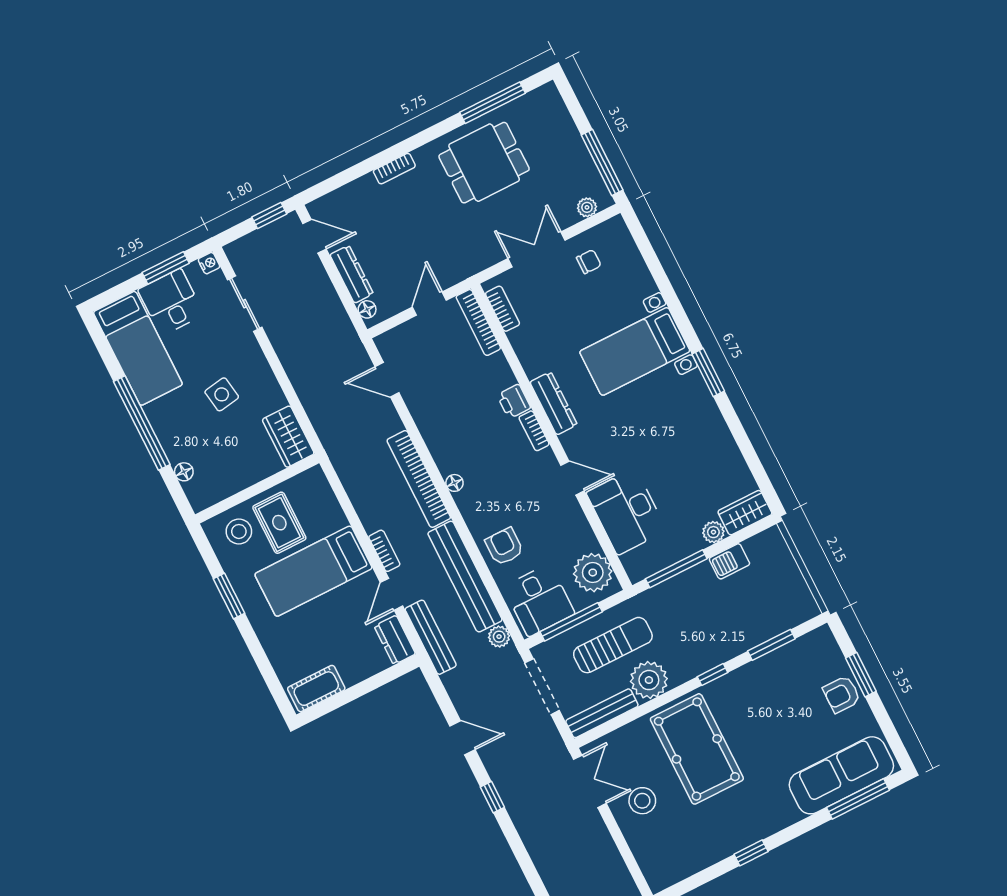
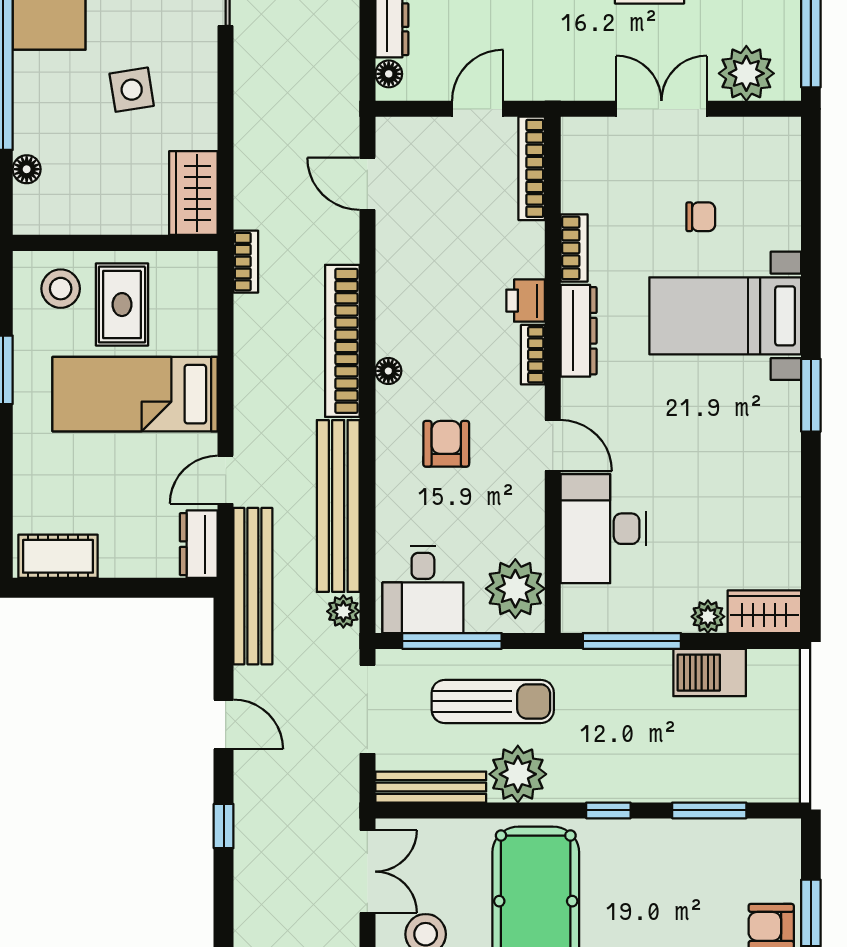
plant: (587, 207) -> (746, 73), width x1.88, depth x1.88
chair: (589, 262) -> (701, 217), moved
bookcase: (503, 309) -> (574, 248), moved
armchair: (504, 546) -> (446, 444), moved
bookcase: (384, 551) -> (246, 262), moved
barbecue: (729, 561) -> (710, 673), width x1.38, depth x1.27
bench: (431, 637) -> (253, 586), width x1.37, depth x1.21

